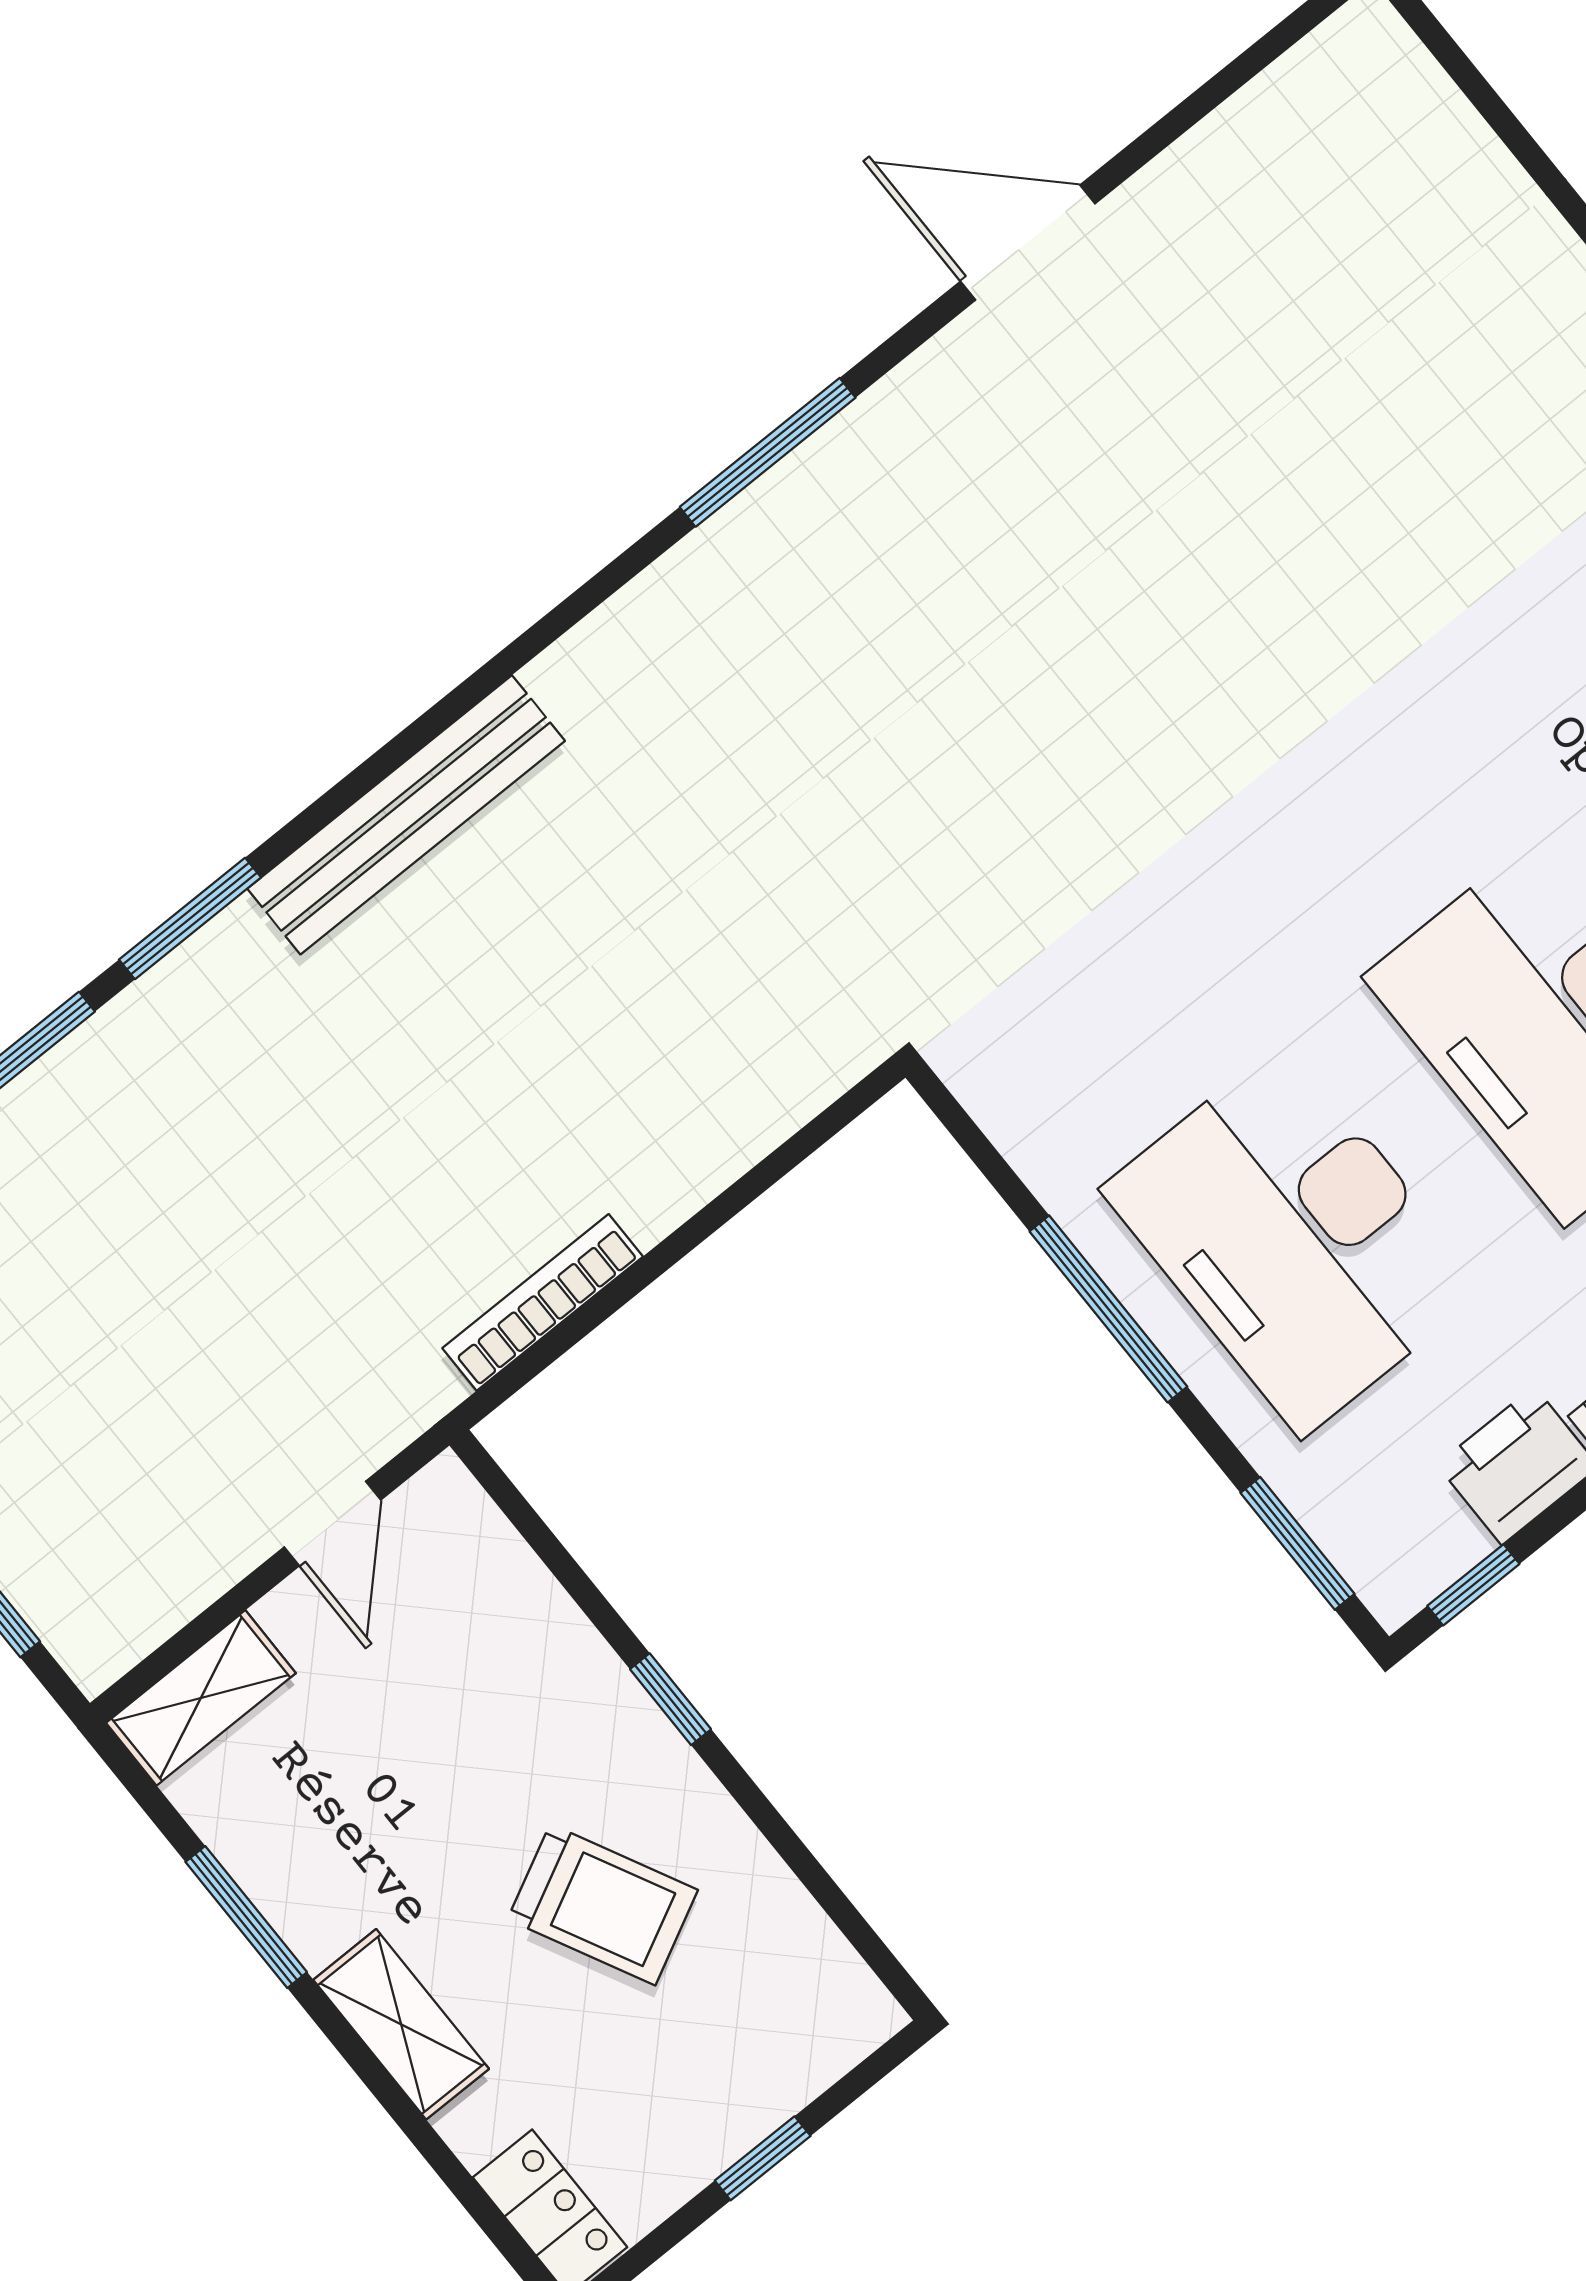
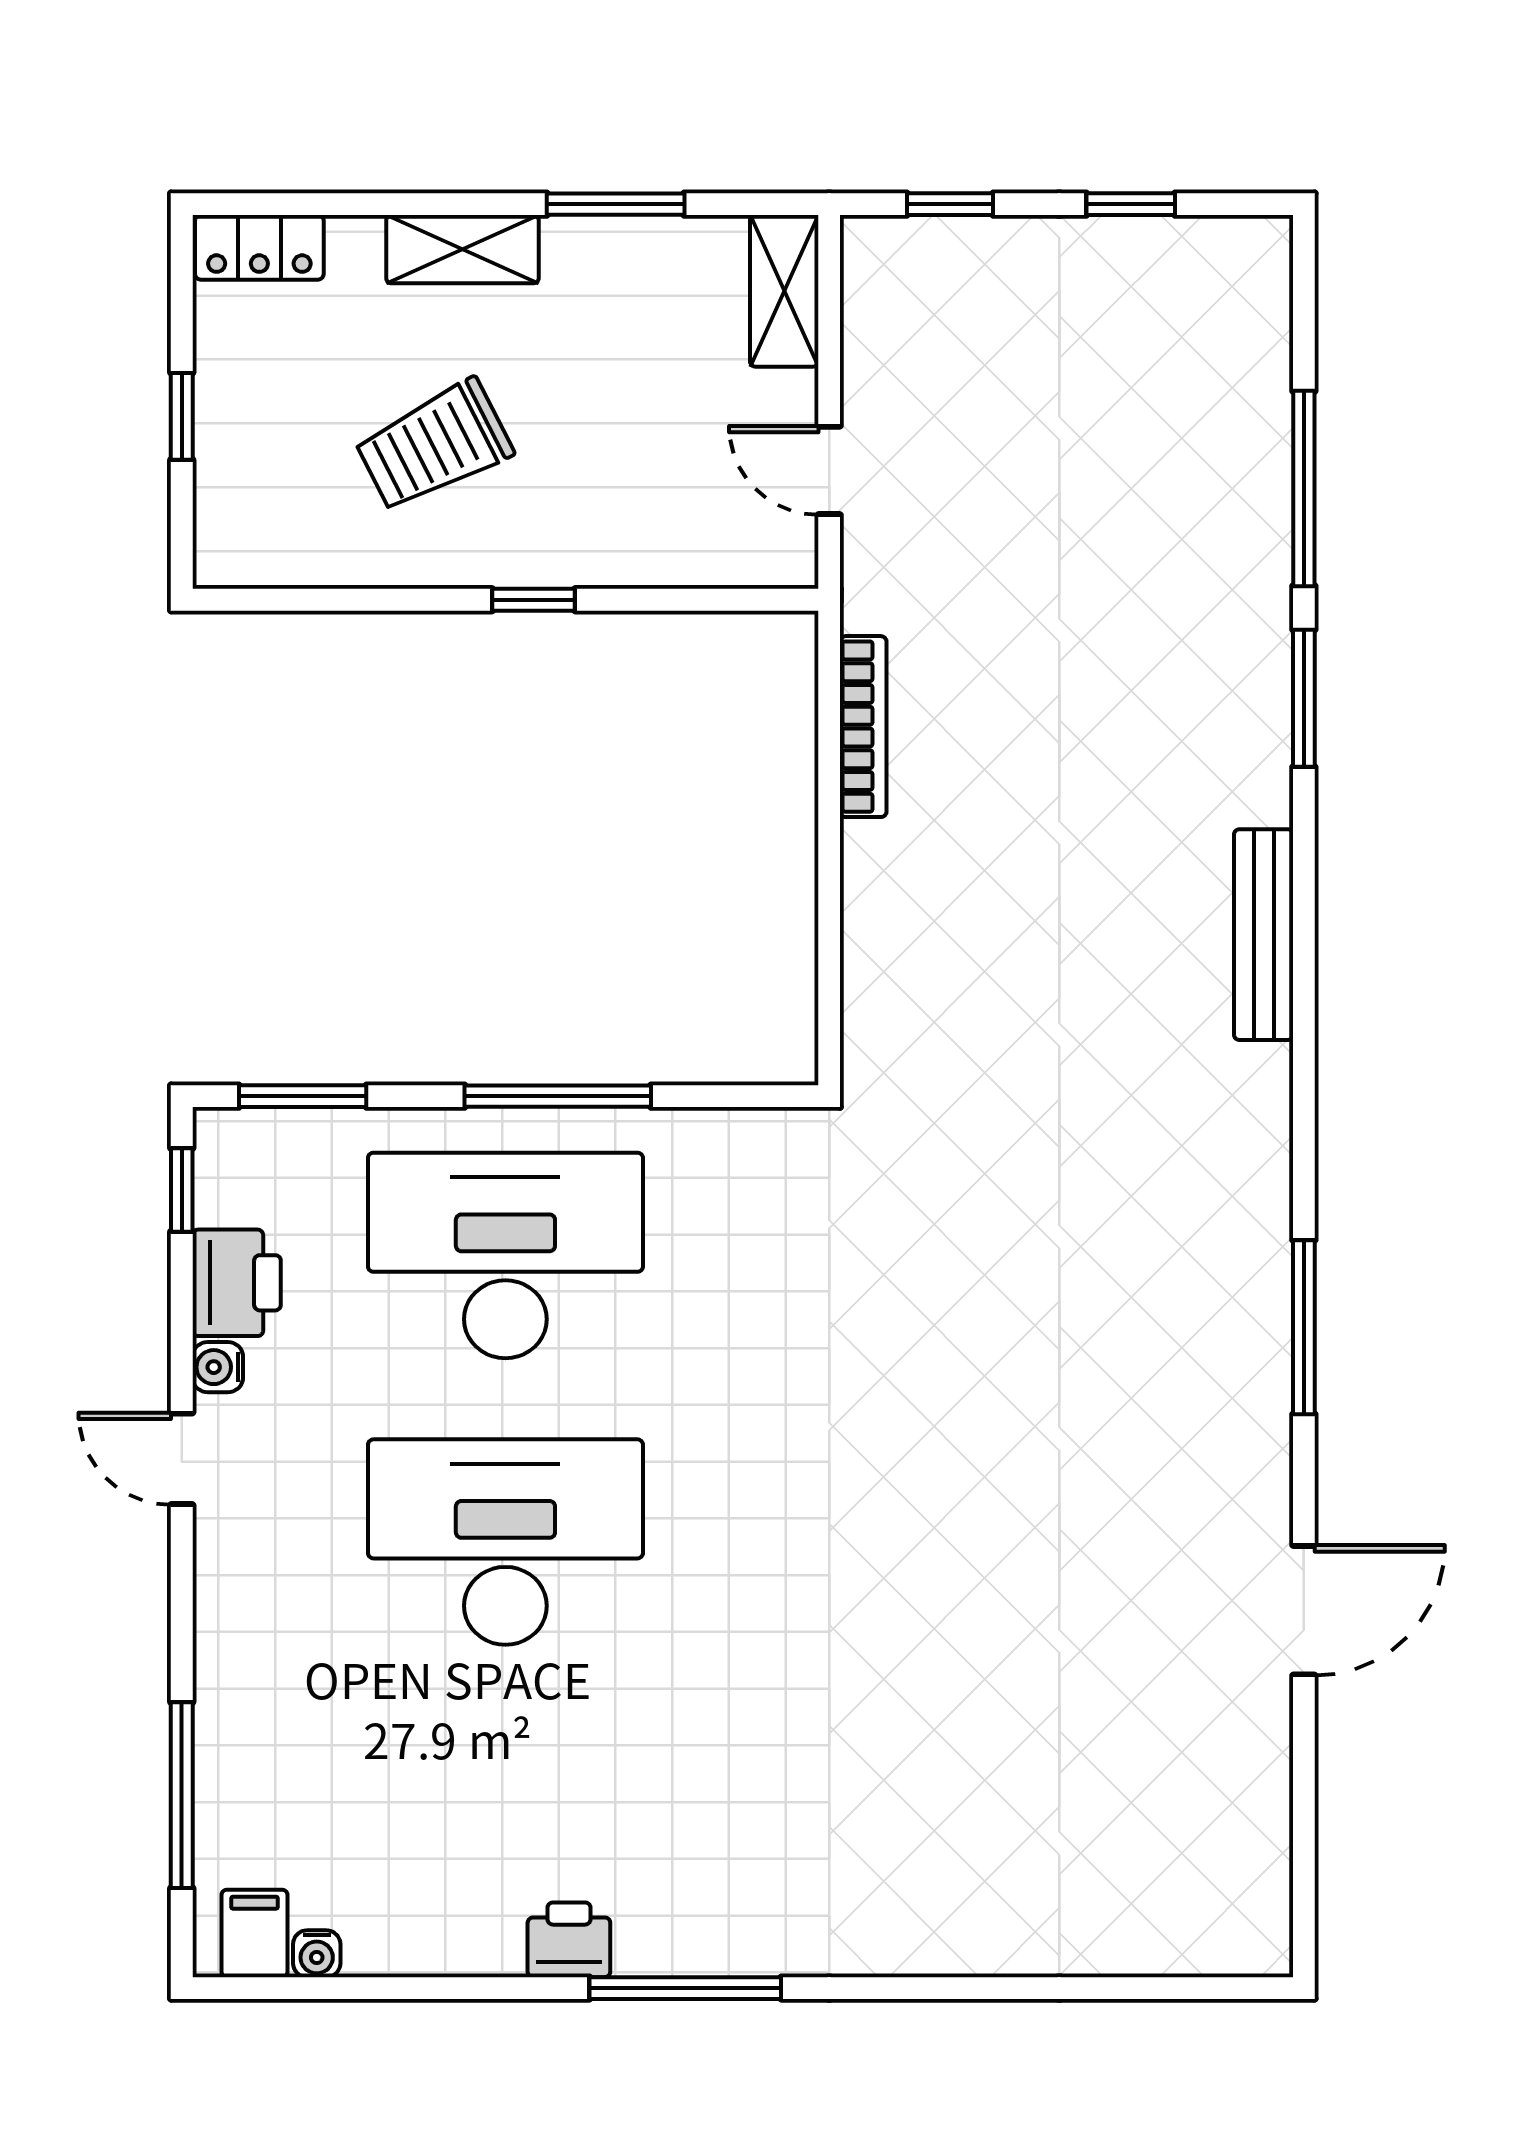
bench: (406, 815) -> (1264, 935), width x0.73, depth x0.82

